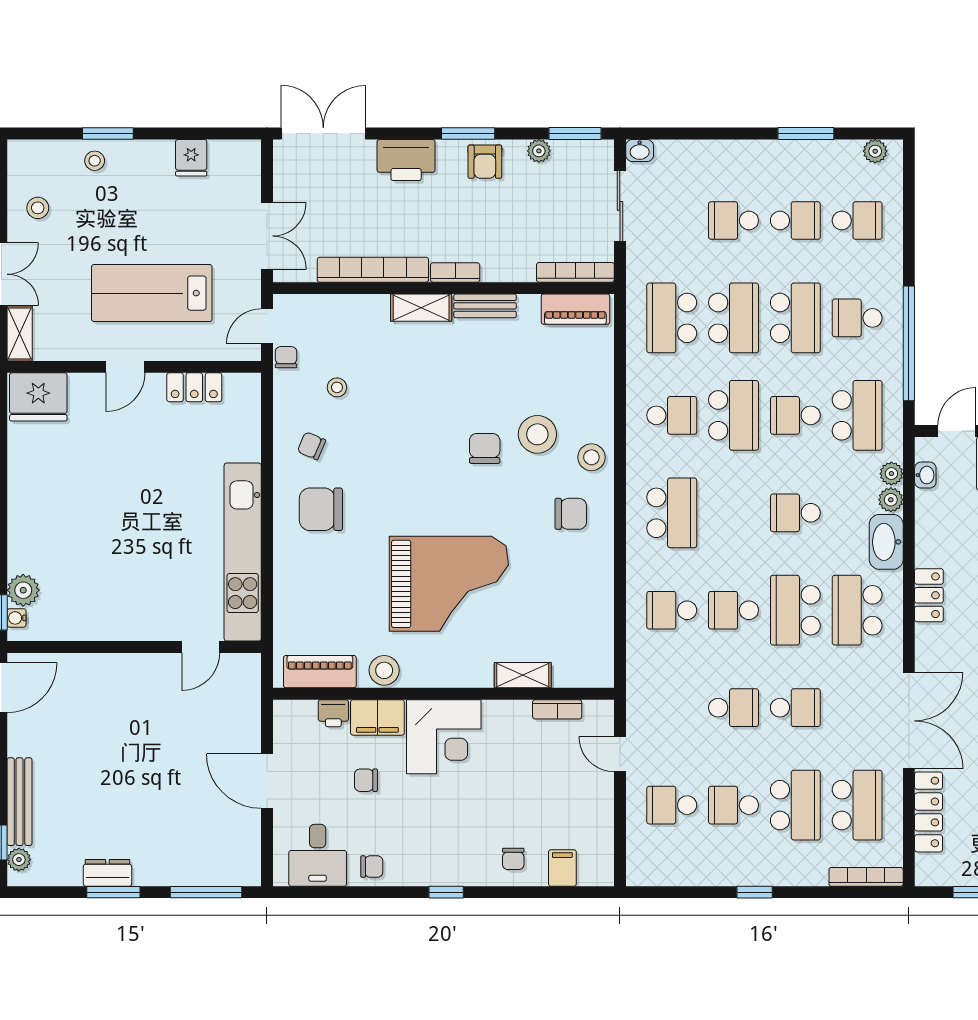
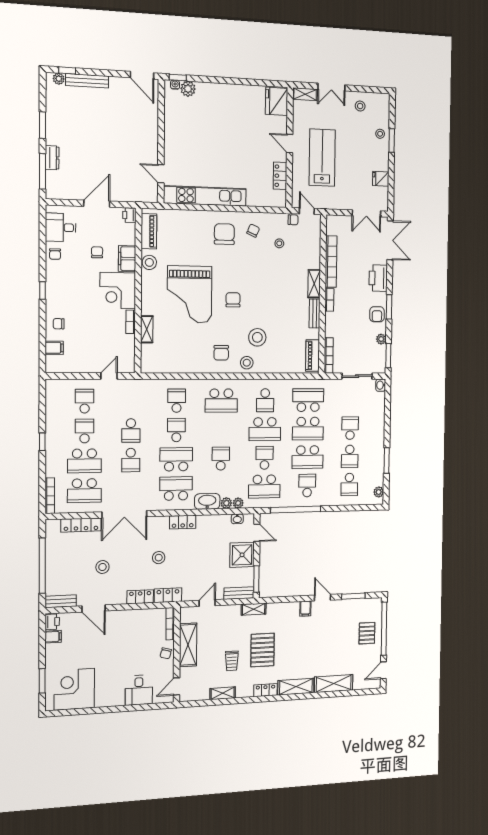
armchair: (485, 162) -> (377, 314), turned -90
double door: (267, 236) -> (366, 213), moved
chair: (485, 448) -> (233, 300), moved, turned -90
bookcase: (557, 709) -> (131, 322), moved
printer: (333, 713) -> (129, 215), moved
dresser: (107, 873) -> (52, 158), moved

